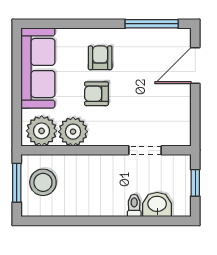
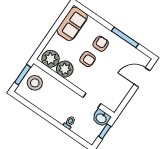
window: (152, 24) -> (125, 37), moved
sofa: (38, 68) -> (72, 24), width x0.73
armchair: (96, 94) -> (88, 59), turned 180
washbasin: (157, 205) -> (101, 118), moved, turned 180

